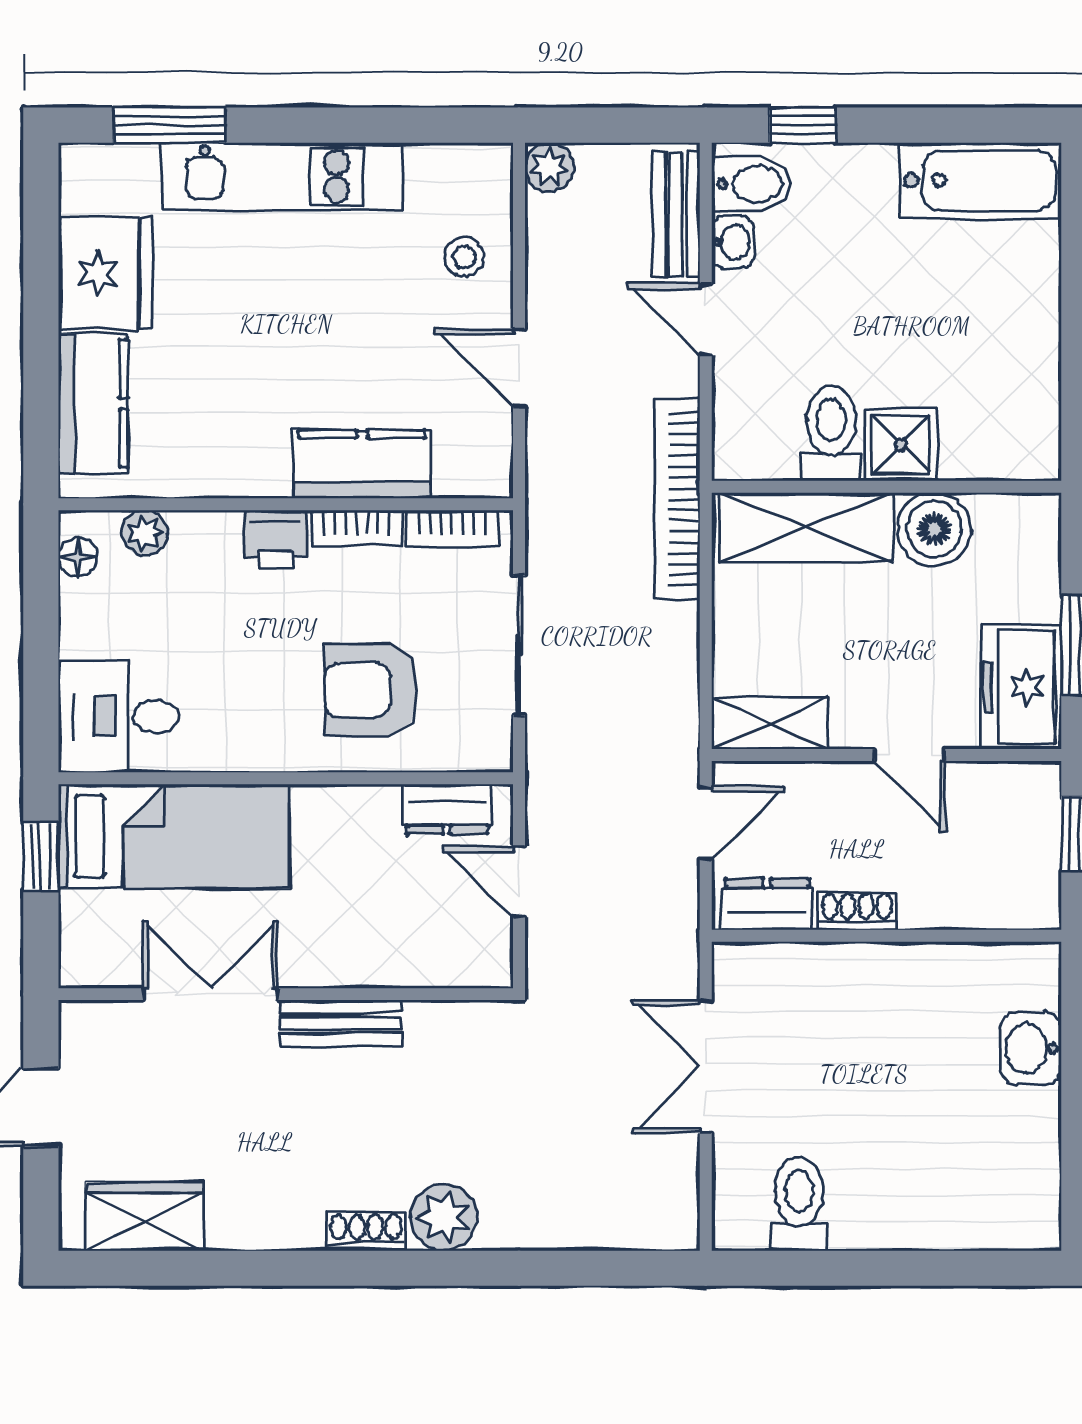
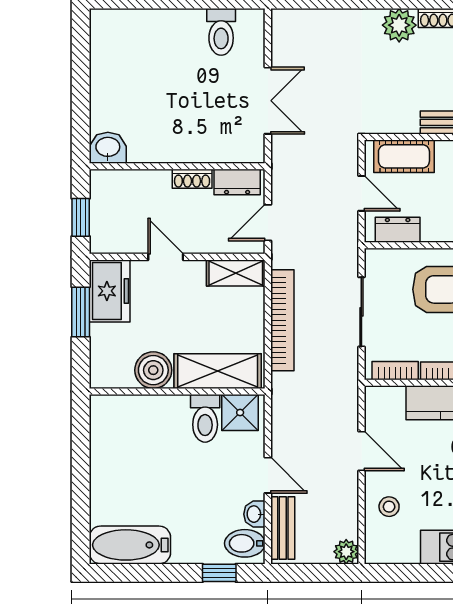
shower: (901, 445) -> (240, 412), moved
bookcase: (677, 499) -> (282, 320), moved
cot: (434, 956) -> (404, 156), added
washbasin: (1030, 1048) -> (108, 148), moved, turned -90

